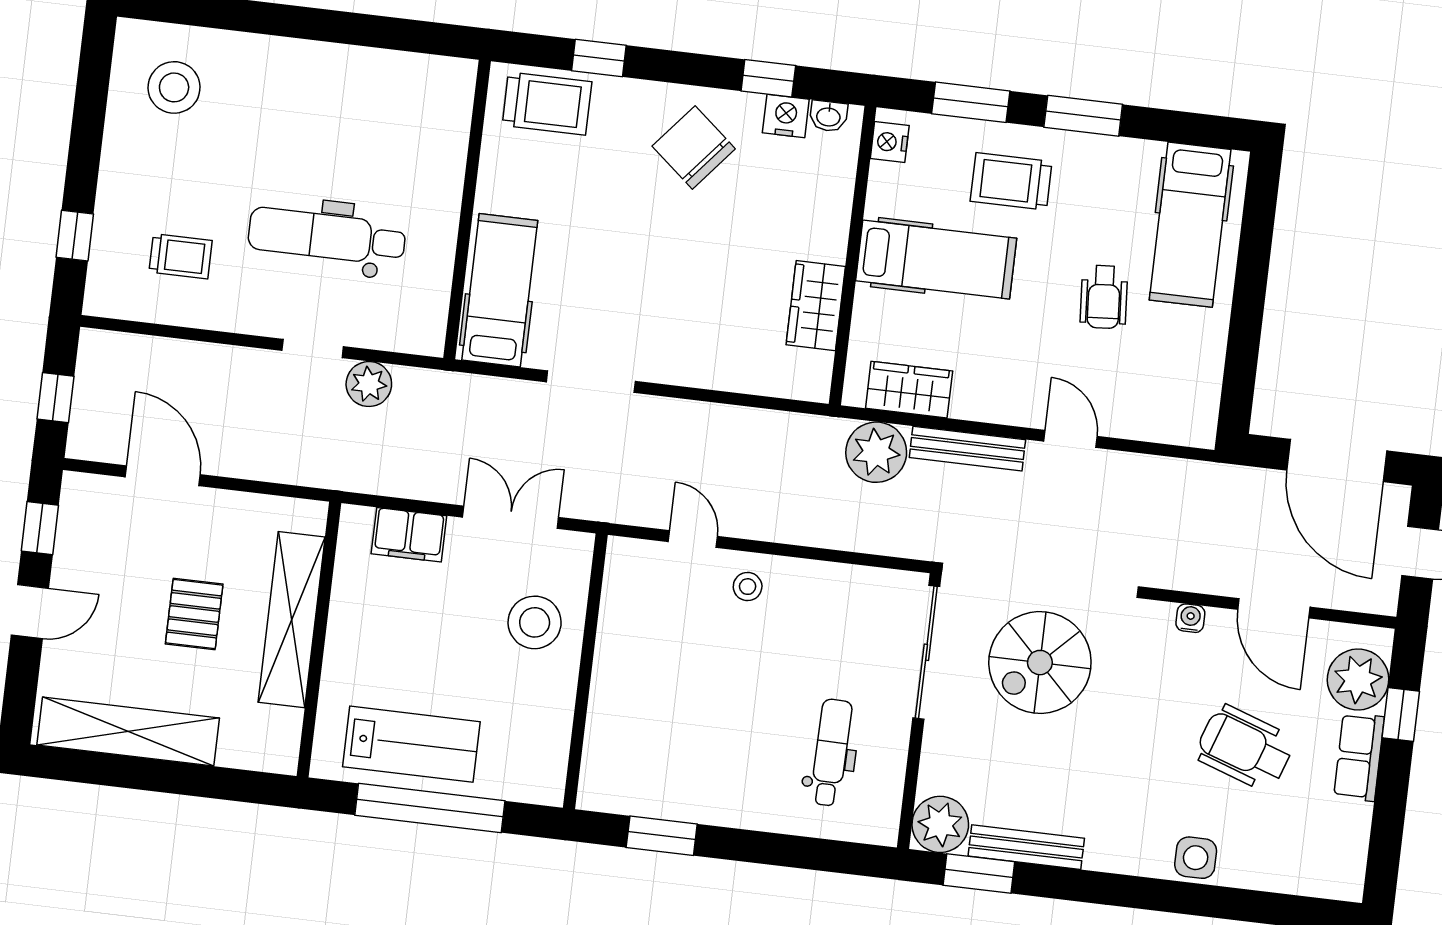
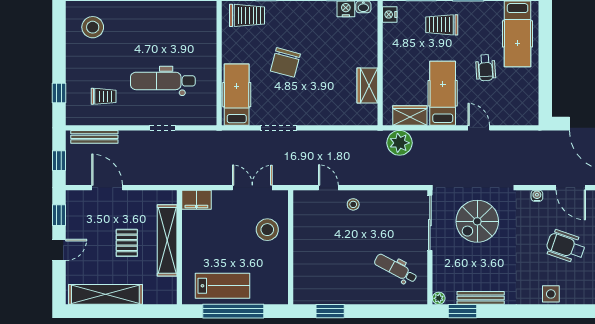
chair: (694, 147) -> (285, 62), moved, turned -115
hospital bed: (936, 259) -> (443, 93), moved, turned -90
plant: (369, 384) -> (187, 140), removed
bench: (967, 449) -> (94, 137), moved
filing cabinet: (409, 535) -> (196, 200), moved
dental chair: (831, 753) -> (396, 269), turned -63
plant: (940, 824) -> (439, 298), width x0.53, depth x0.53

